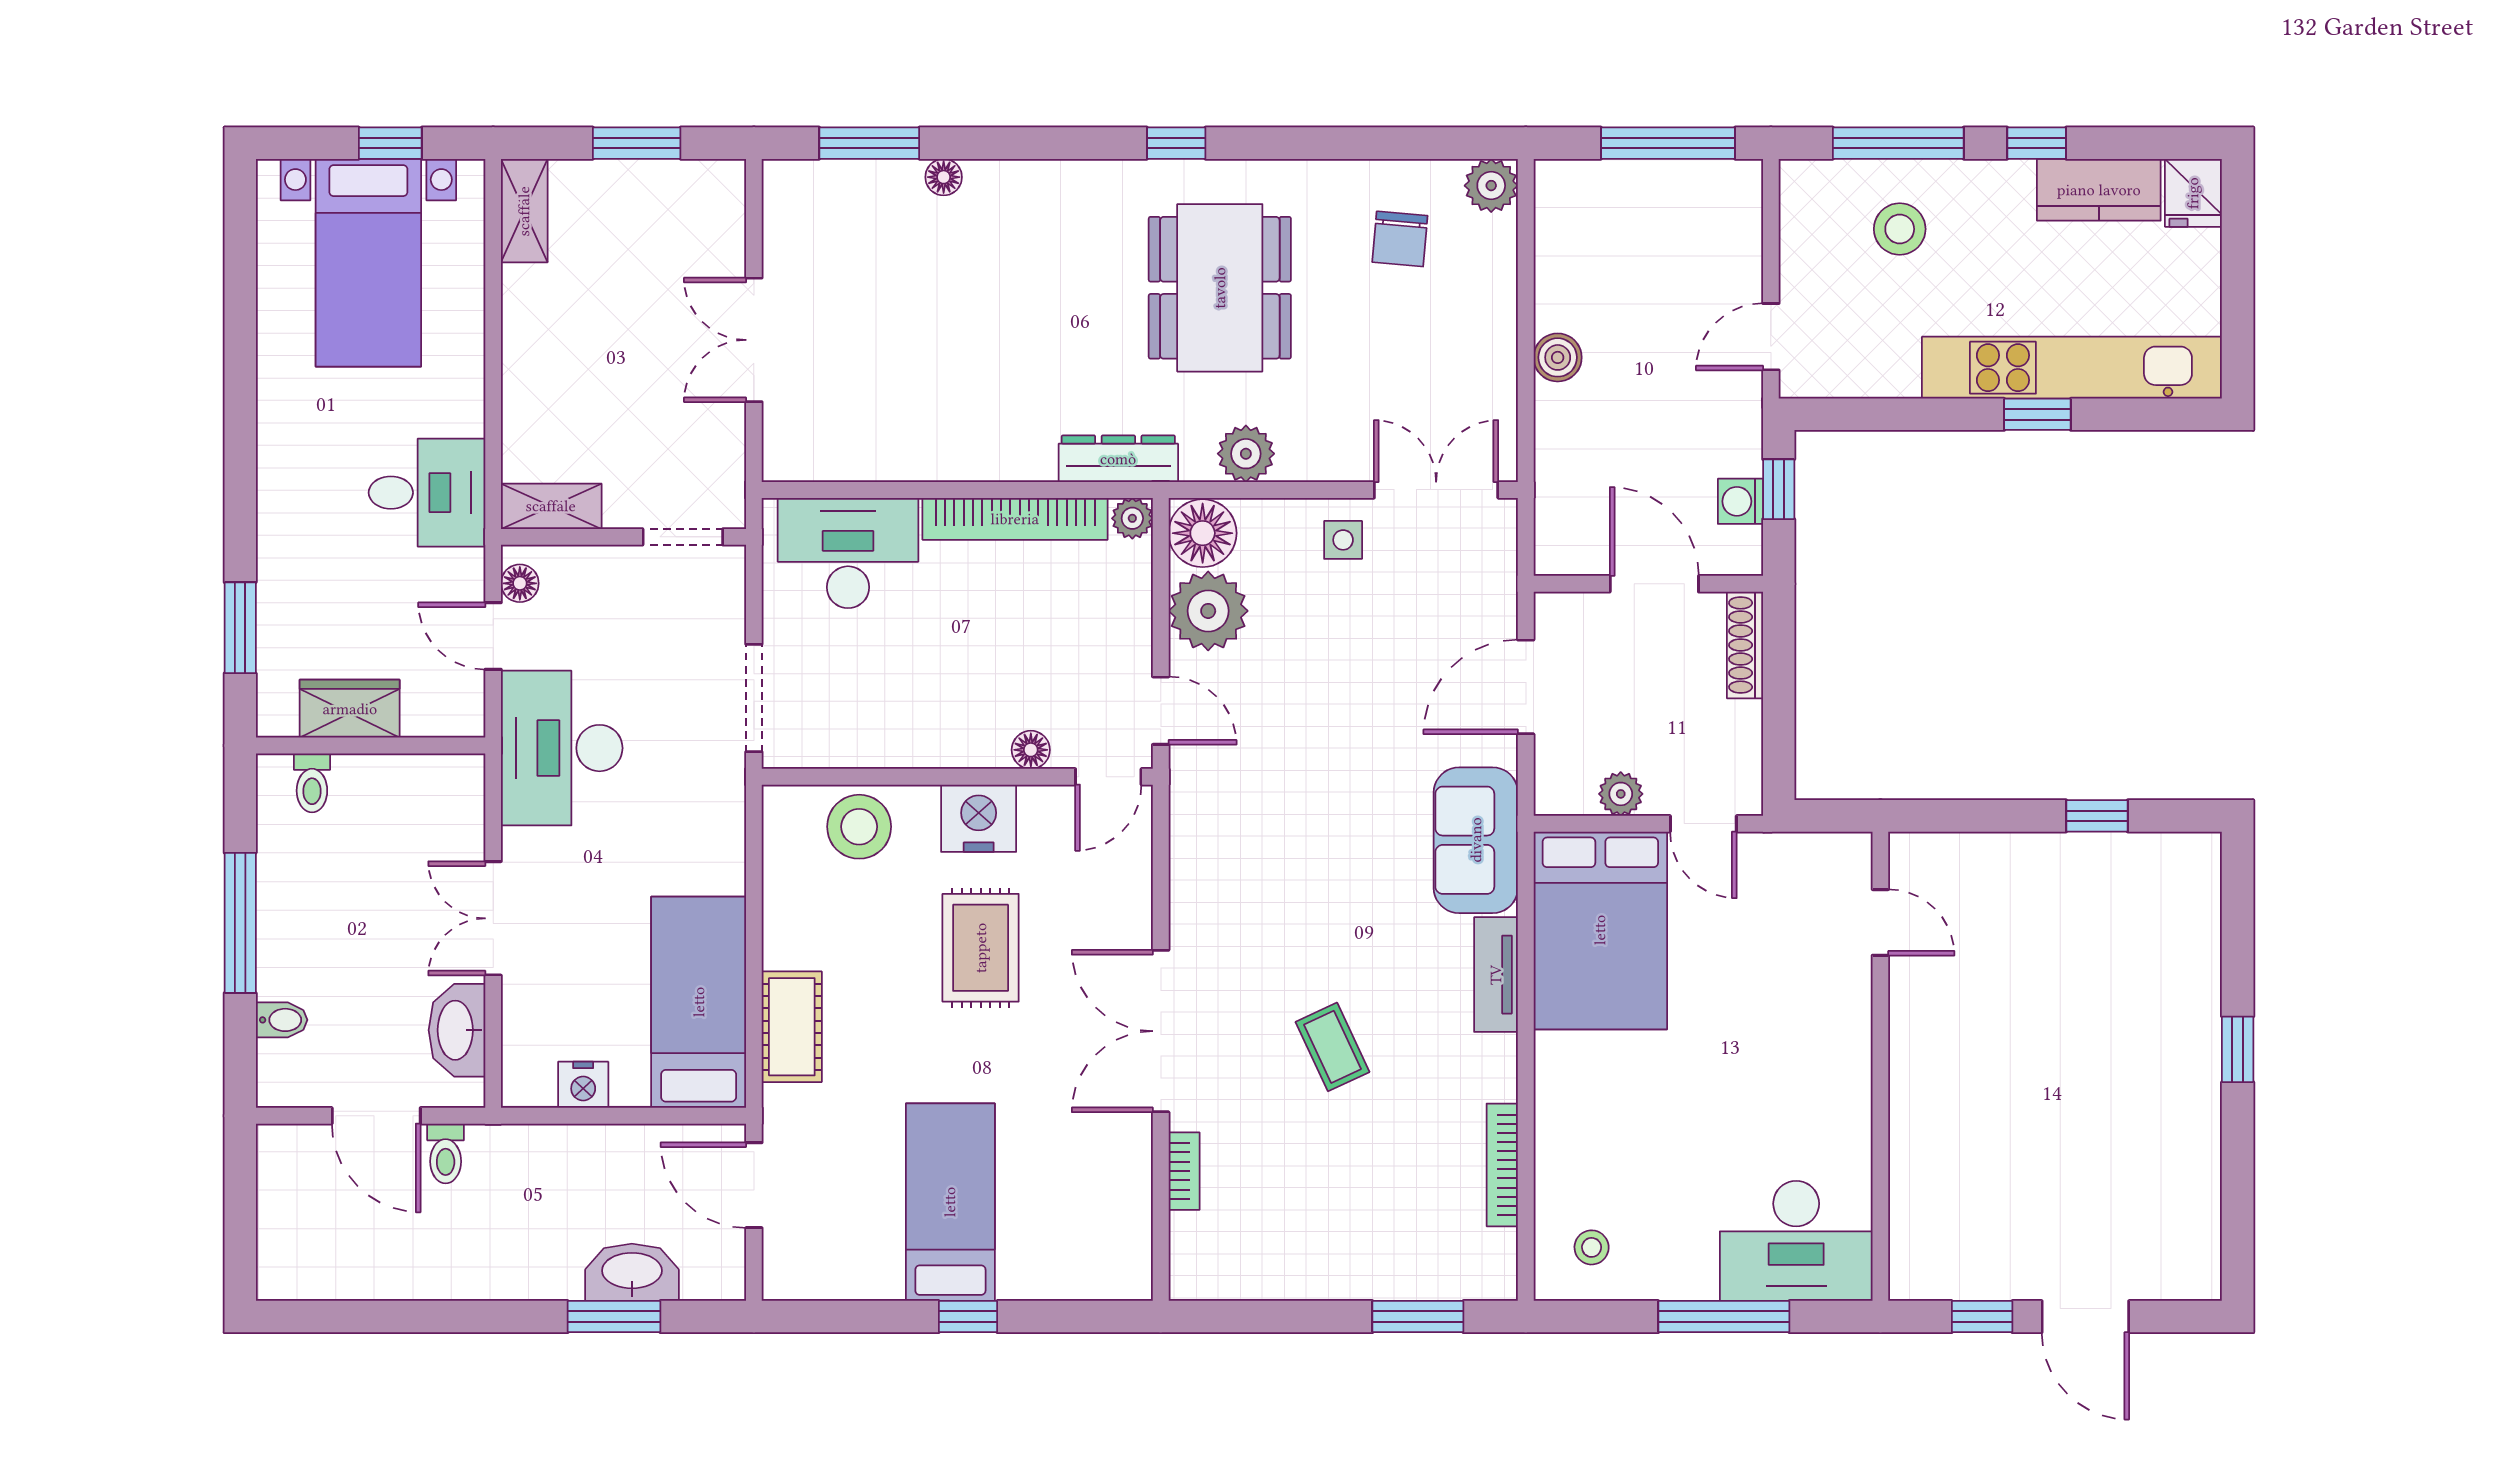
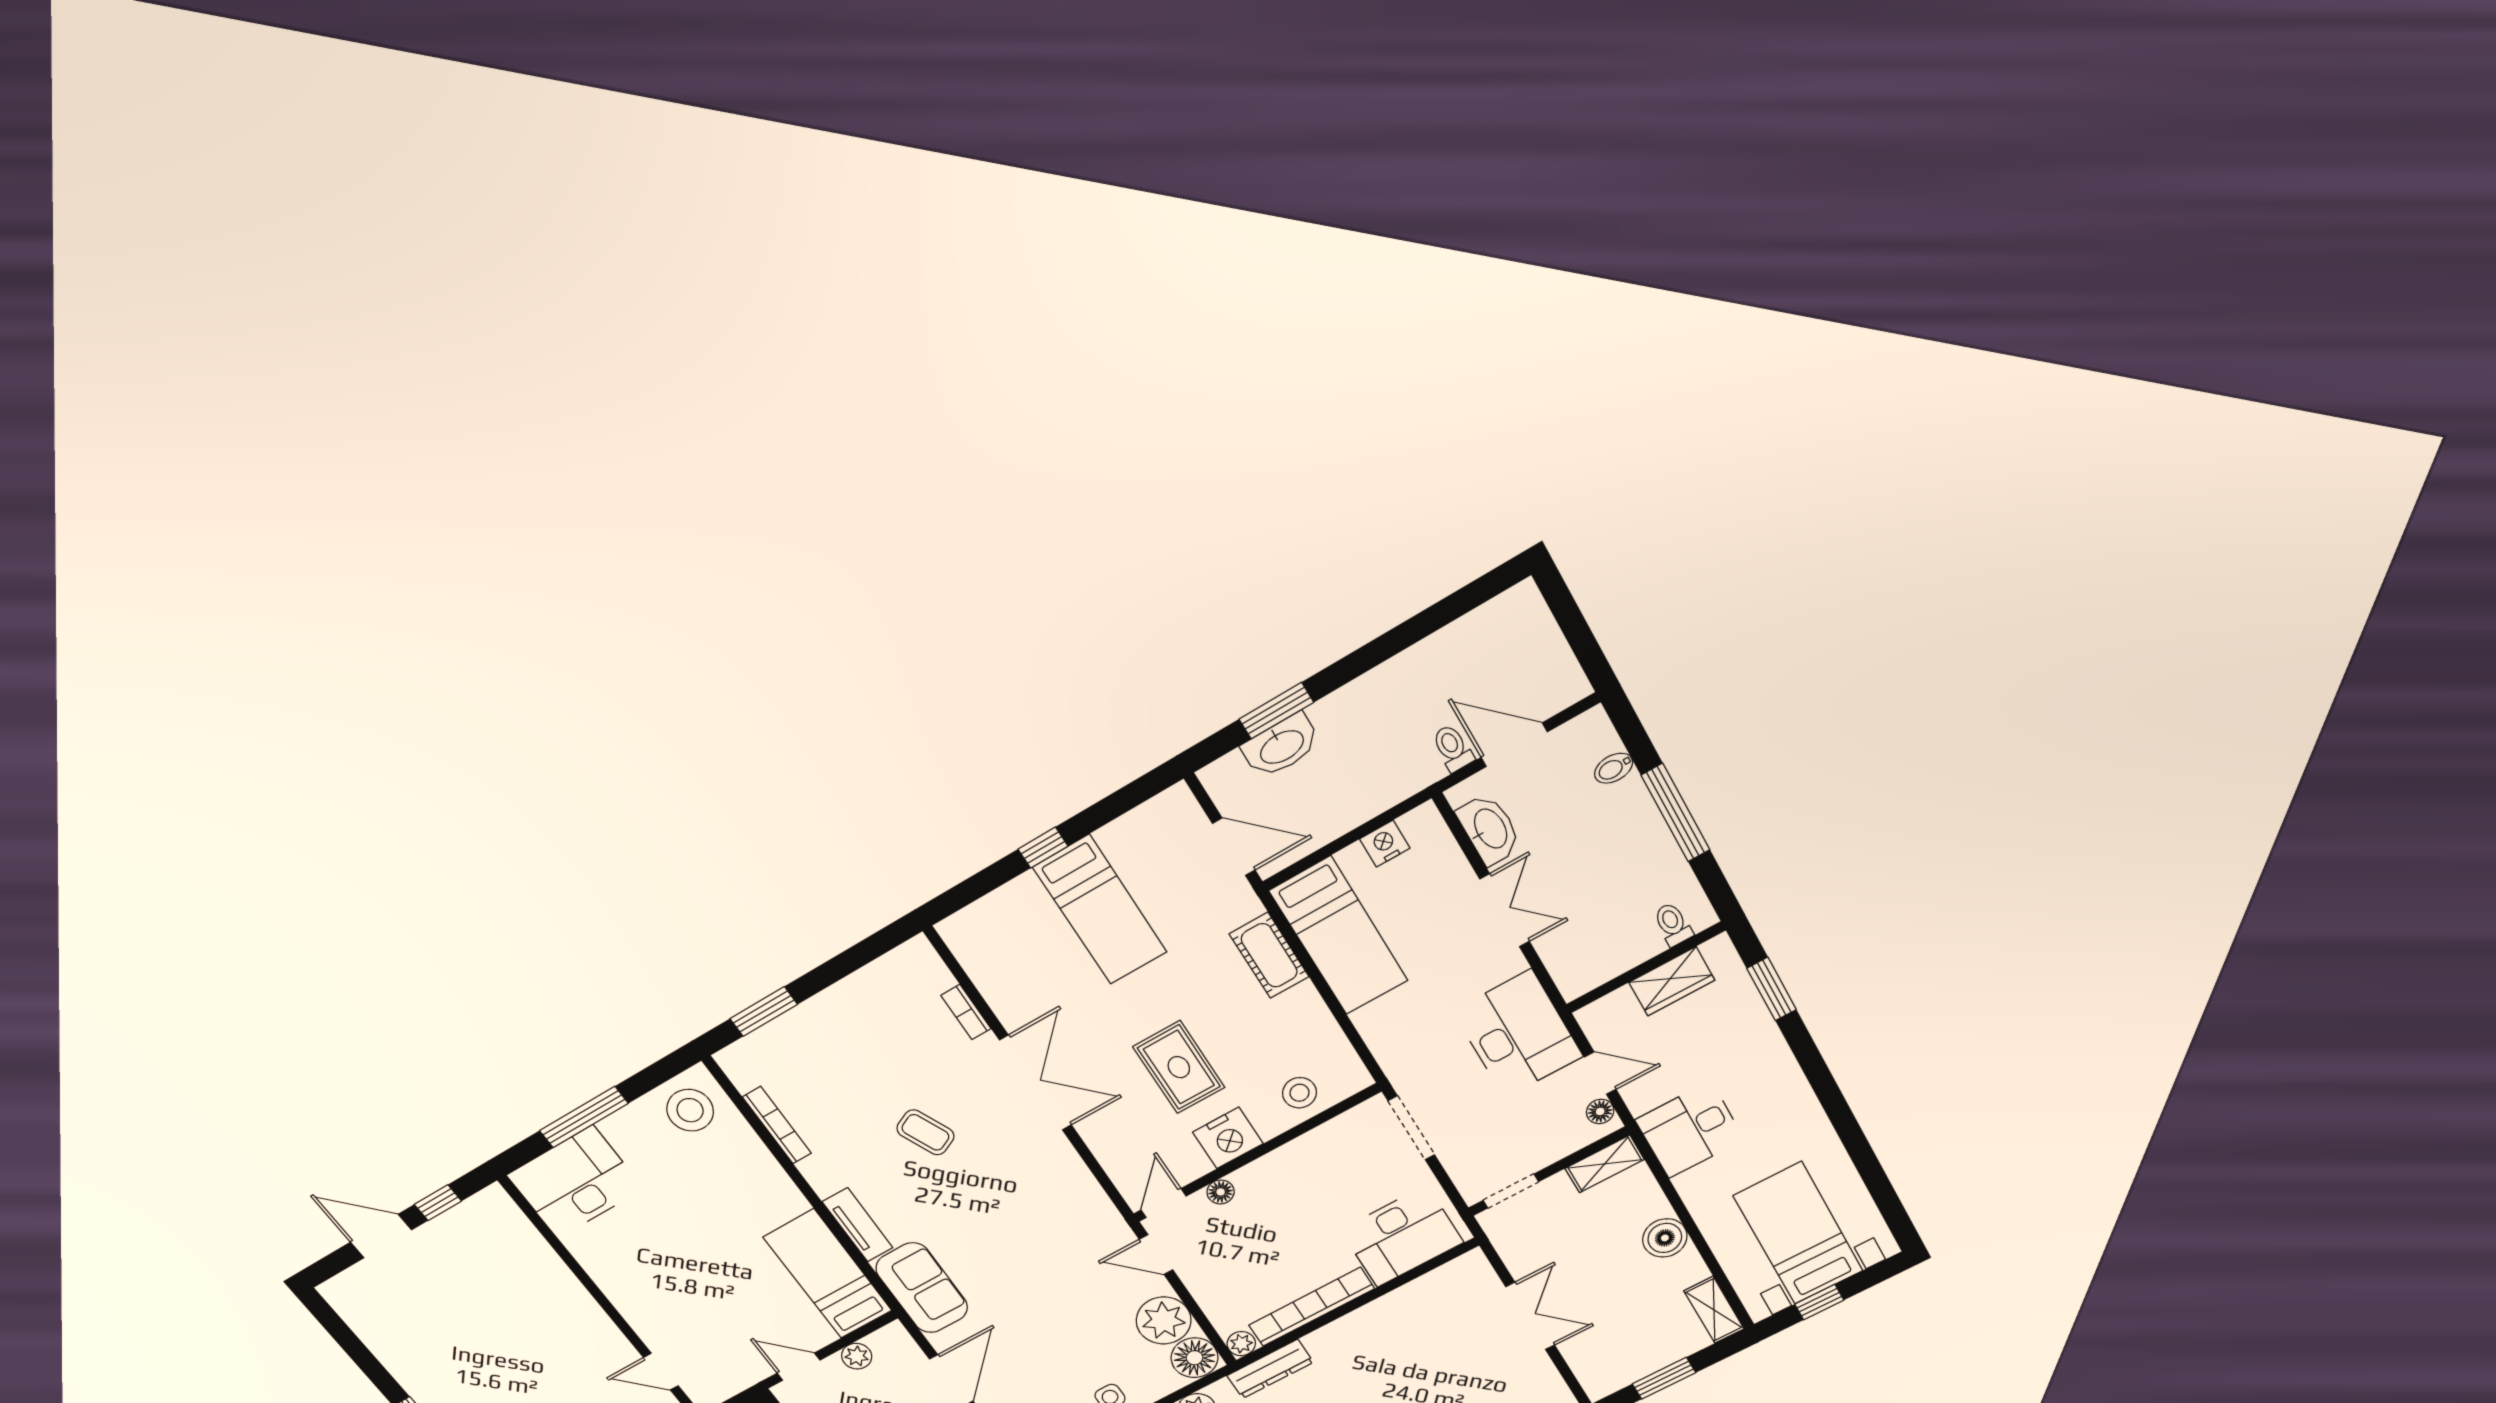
boiler: (532, 355) -> (1665, 1238), added
stool: (859, 827) -> (1299, 1093), width x0.73, depth x0.73
bed: (1600, 930) -> (828, 1274), width x0.67
stool: (1592, 1247) -> (690, 1110), width x1.89, depth x1.89

